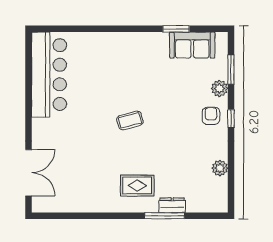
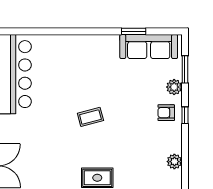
sofa: (192, 45) -> (149, 47), width x1.36
armchair: (211, 116) -> (166, 113), turned -90

